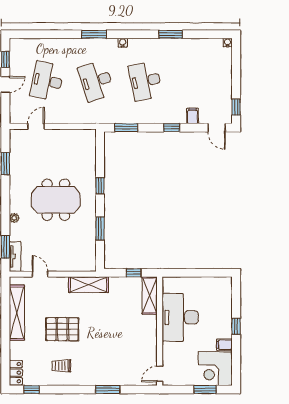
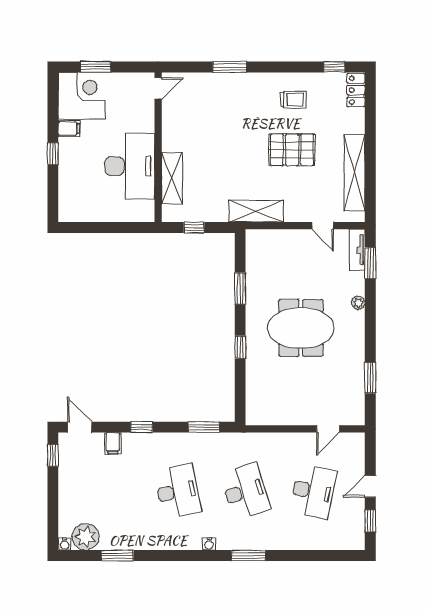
window: (171, 34) -> (117, 556), moved
plant: (212, 48) -> (86, 537), added
shelving: (150, 295) -> (172, 178), moved

